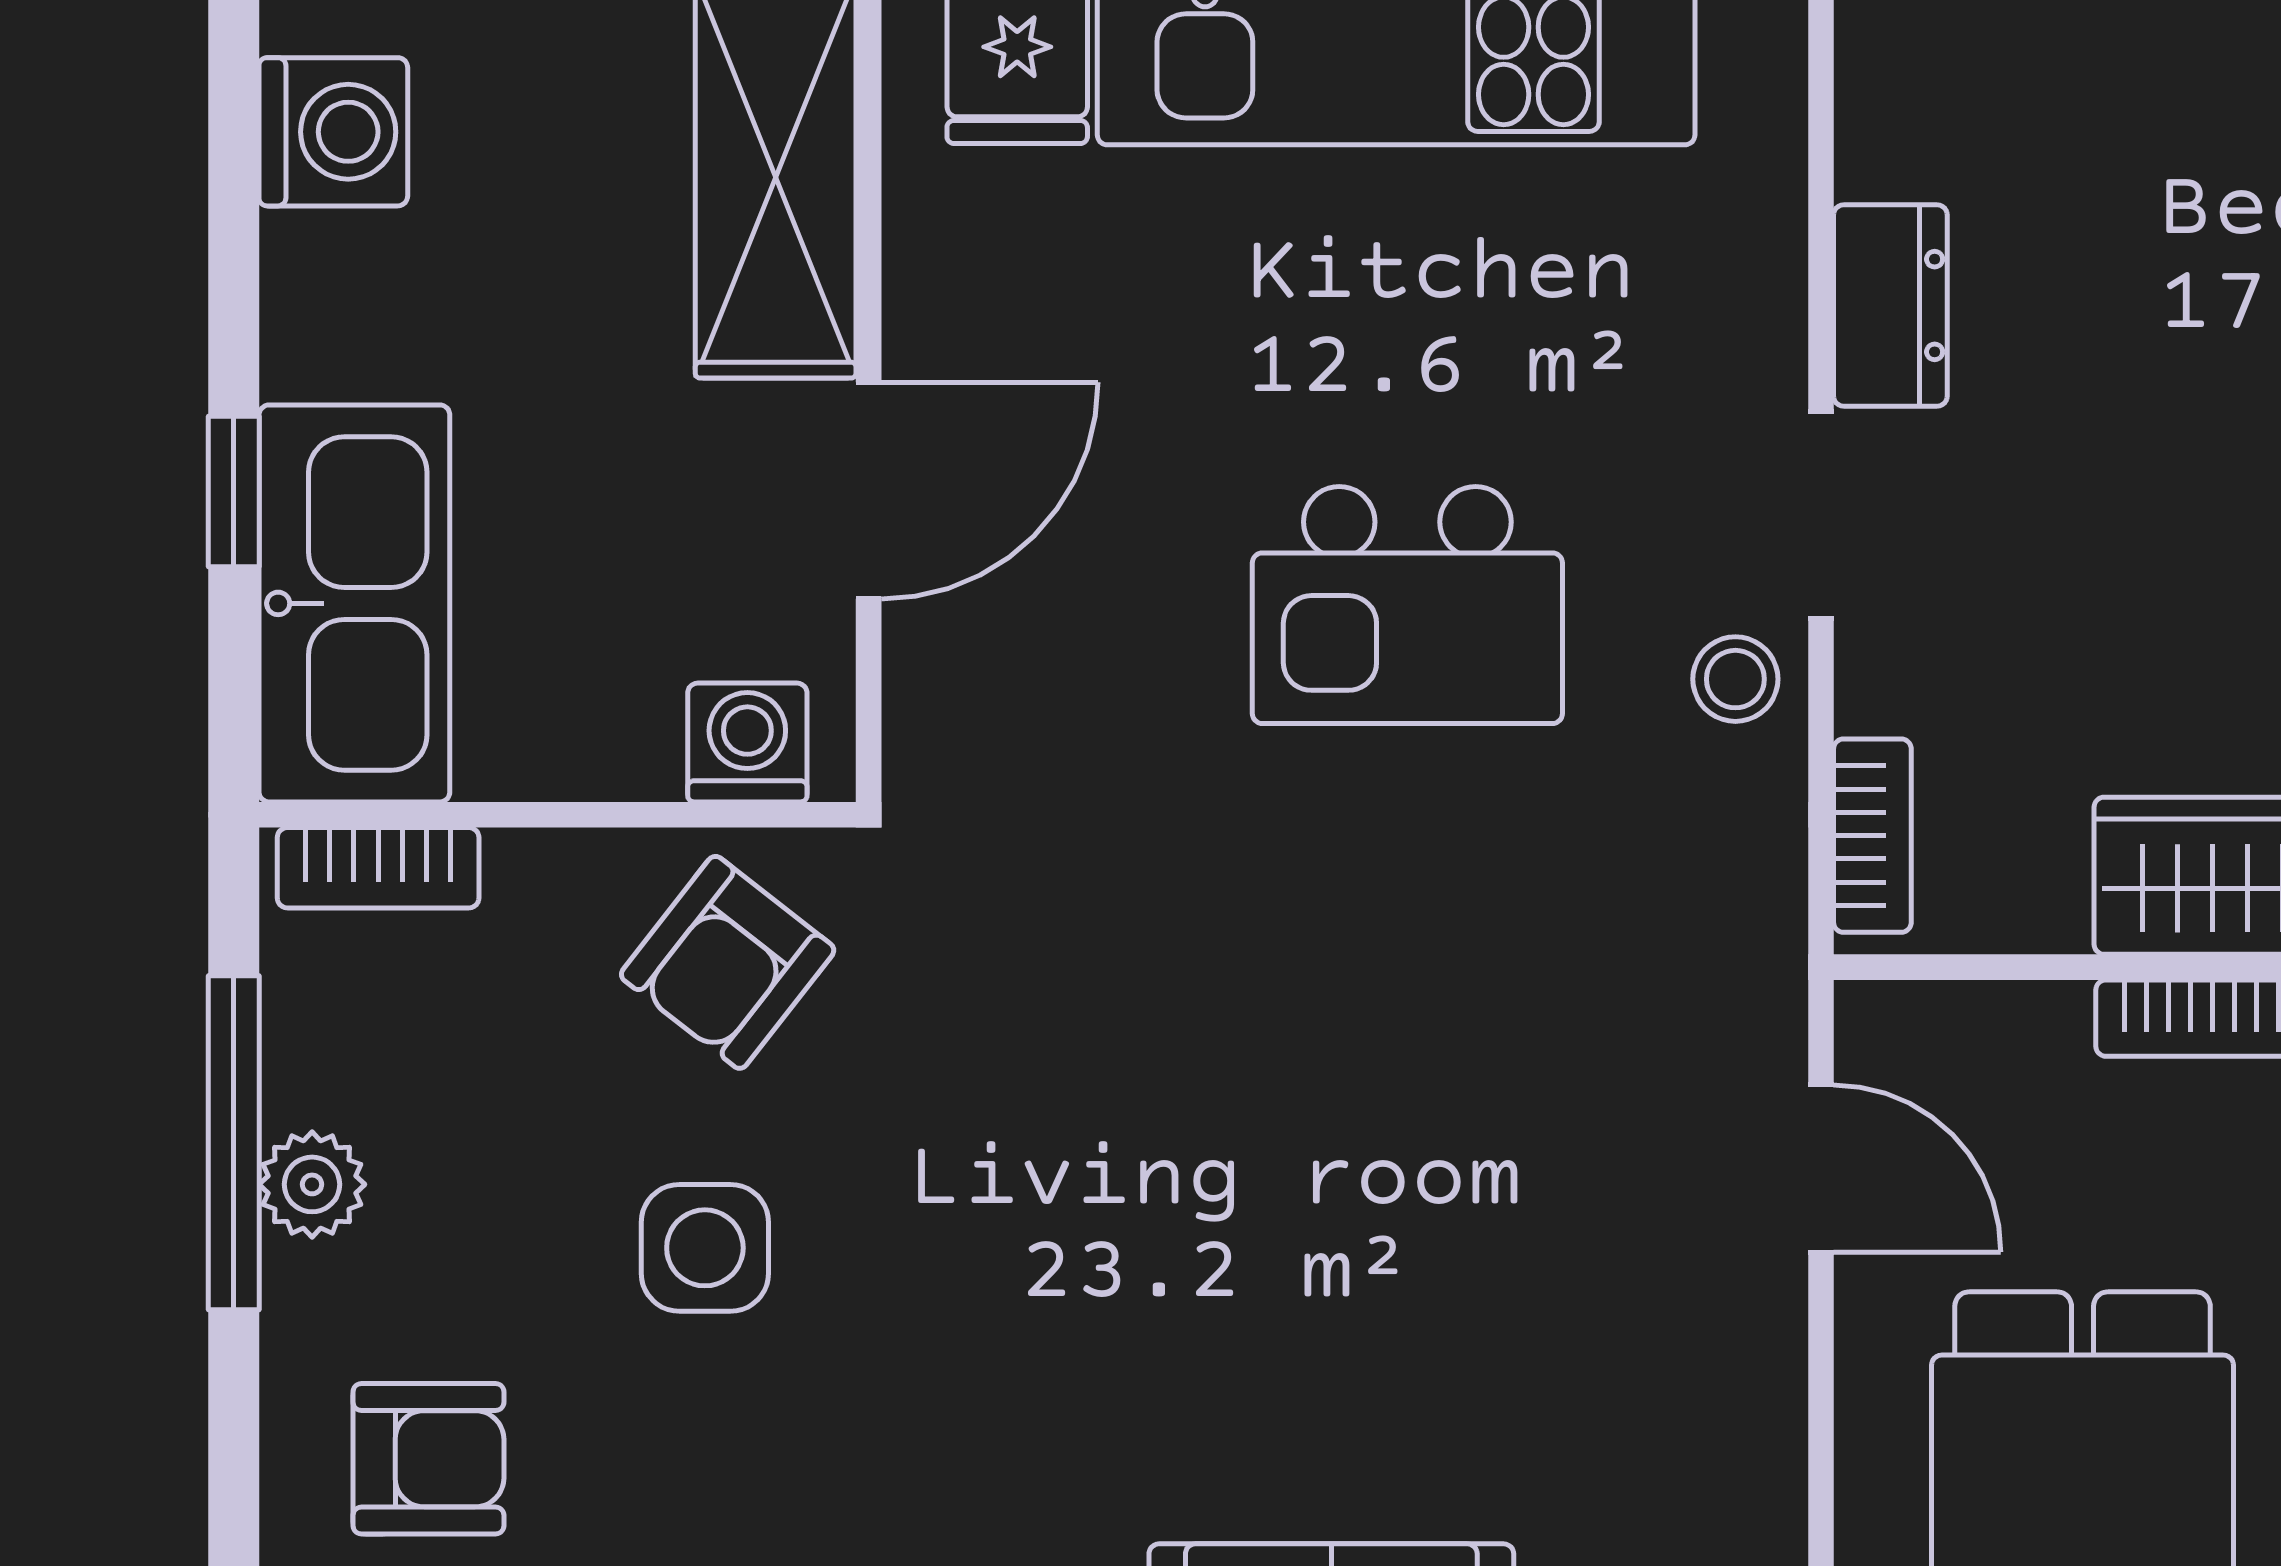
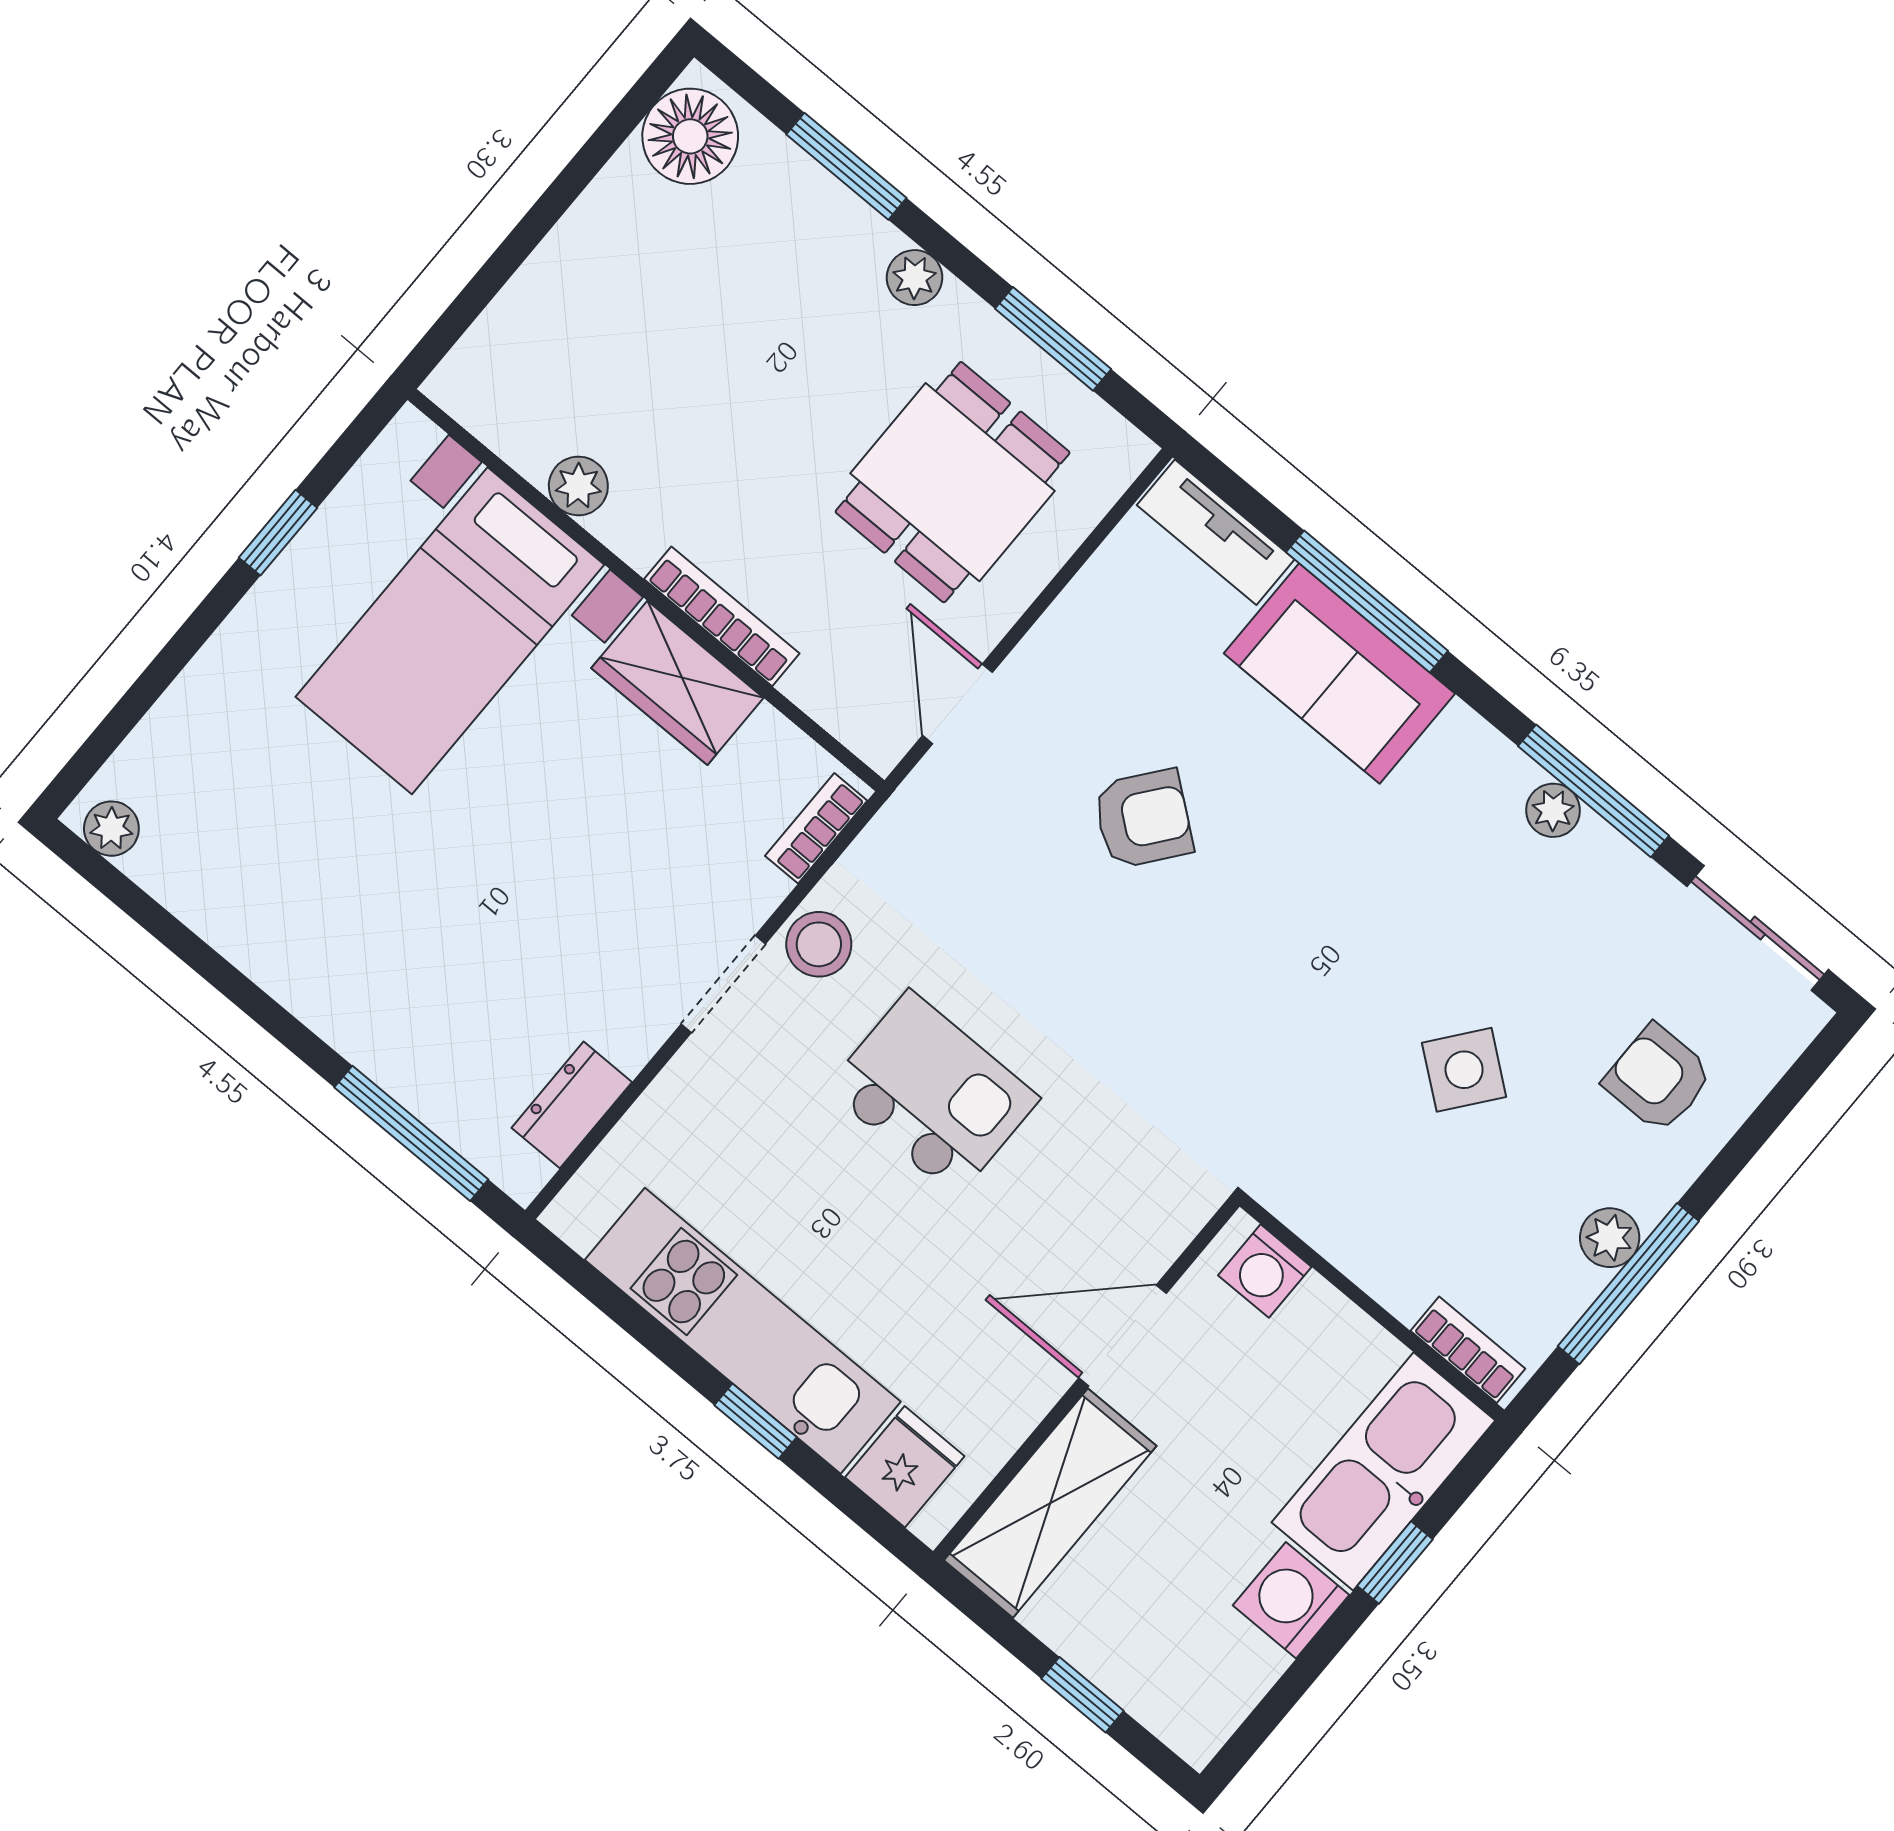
washing machine: (333, 132) -> (1291, 1600), moved
dresser: (1890, 306) -> (572, 1105), moved
stool: (1735, 679) -> (819, 944), width x1.37, depth x1.37
armchair: (728, 962) -> (1143, 819), moved
side table: (705, 1248) -> (1464, 1070), turned 38

